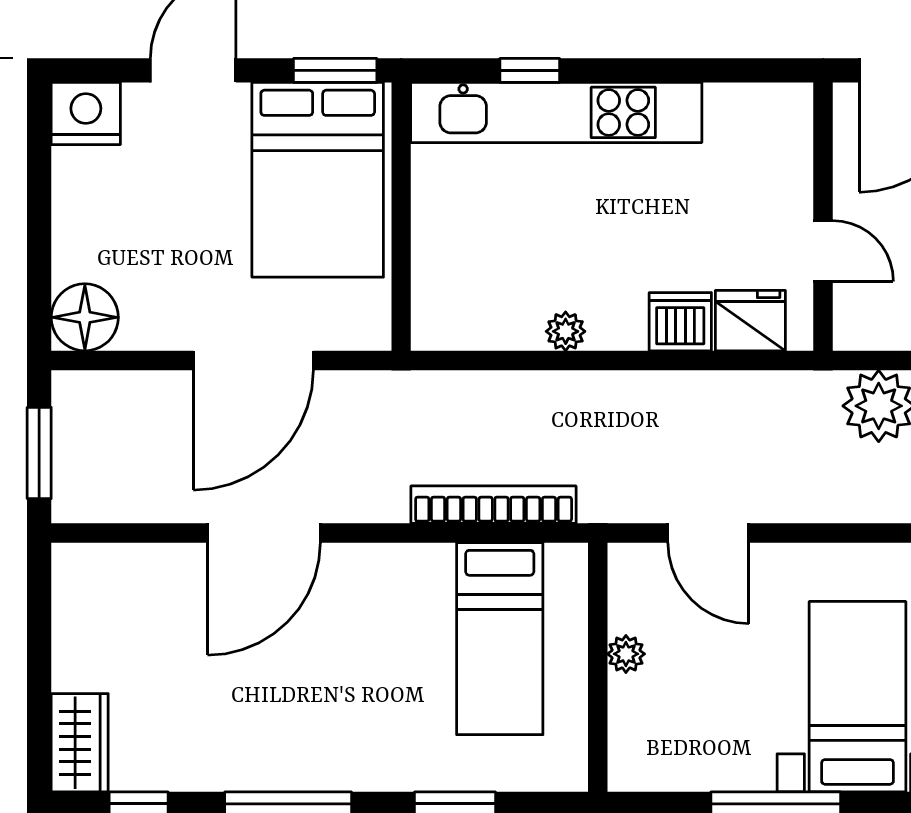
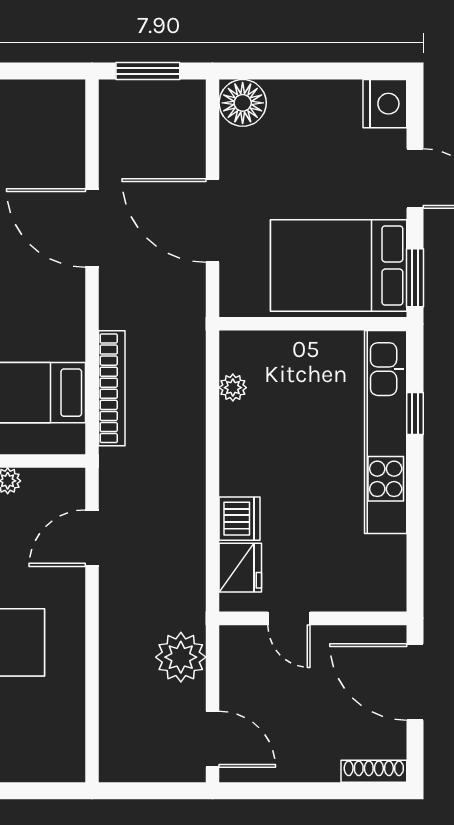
door: (823, 251) -> (289, 618), hinge flipped
plant: (566, 331) -> (233, 388), moved

